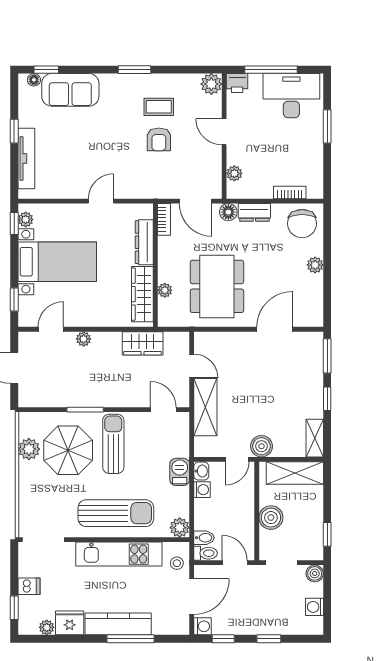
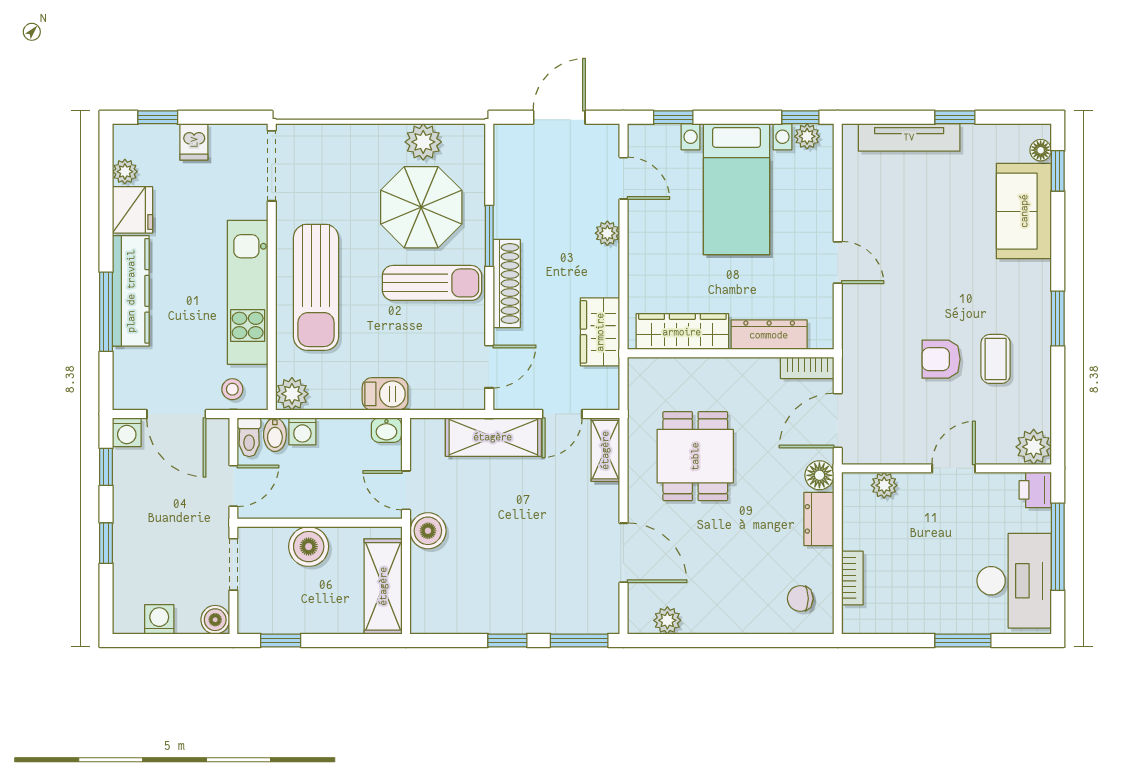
chair: (302, 224) -> (800, 599), width x0.54, depth x0.54
plant: (315, 265) -> (667, 620), moved
dining table: (217, 286) -> (695, 456), width x0.73
plant: (165, 290) -> (689, 369), removed
shoe rack: (114, 399) -> (507, 283), added
shelving: (315, 438) -> (605, 450), moved, turned 90
washing machine: (202, 490) -> (302, 431), moved

